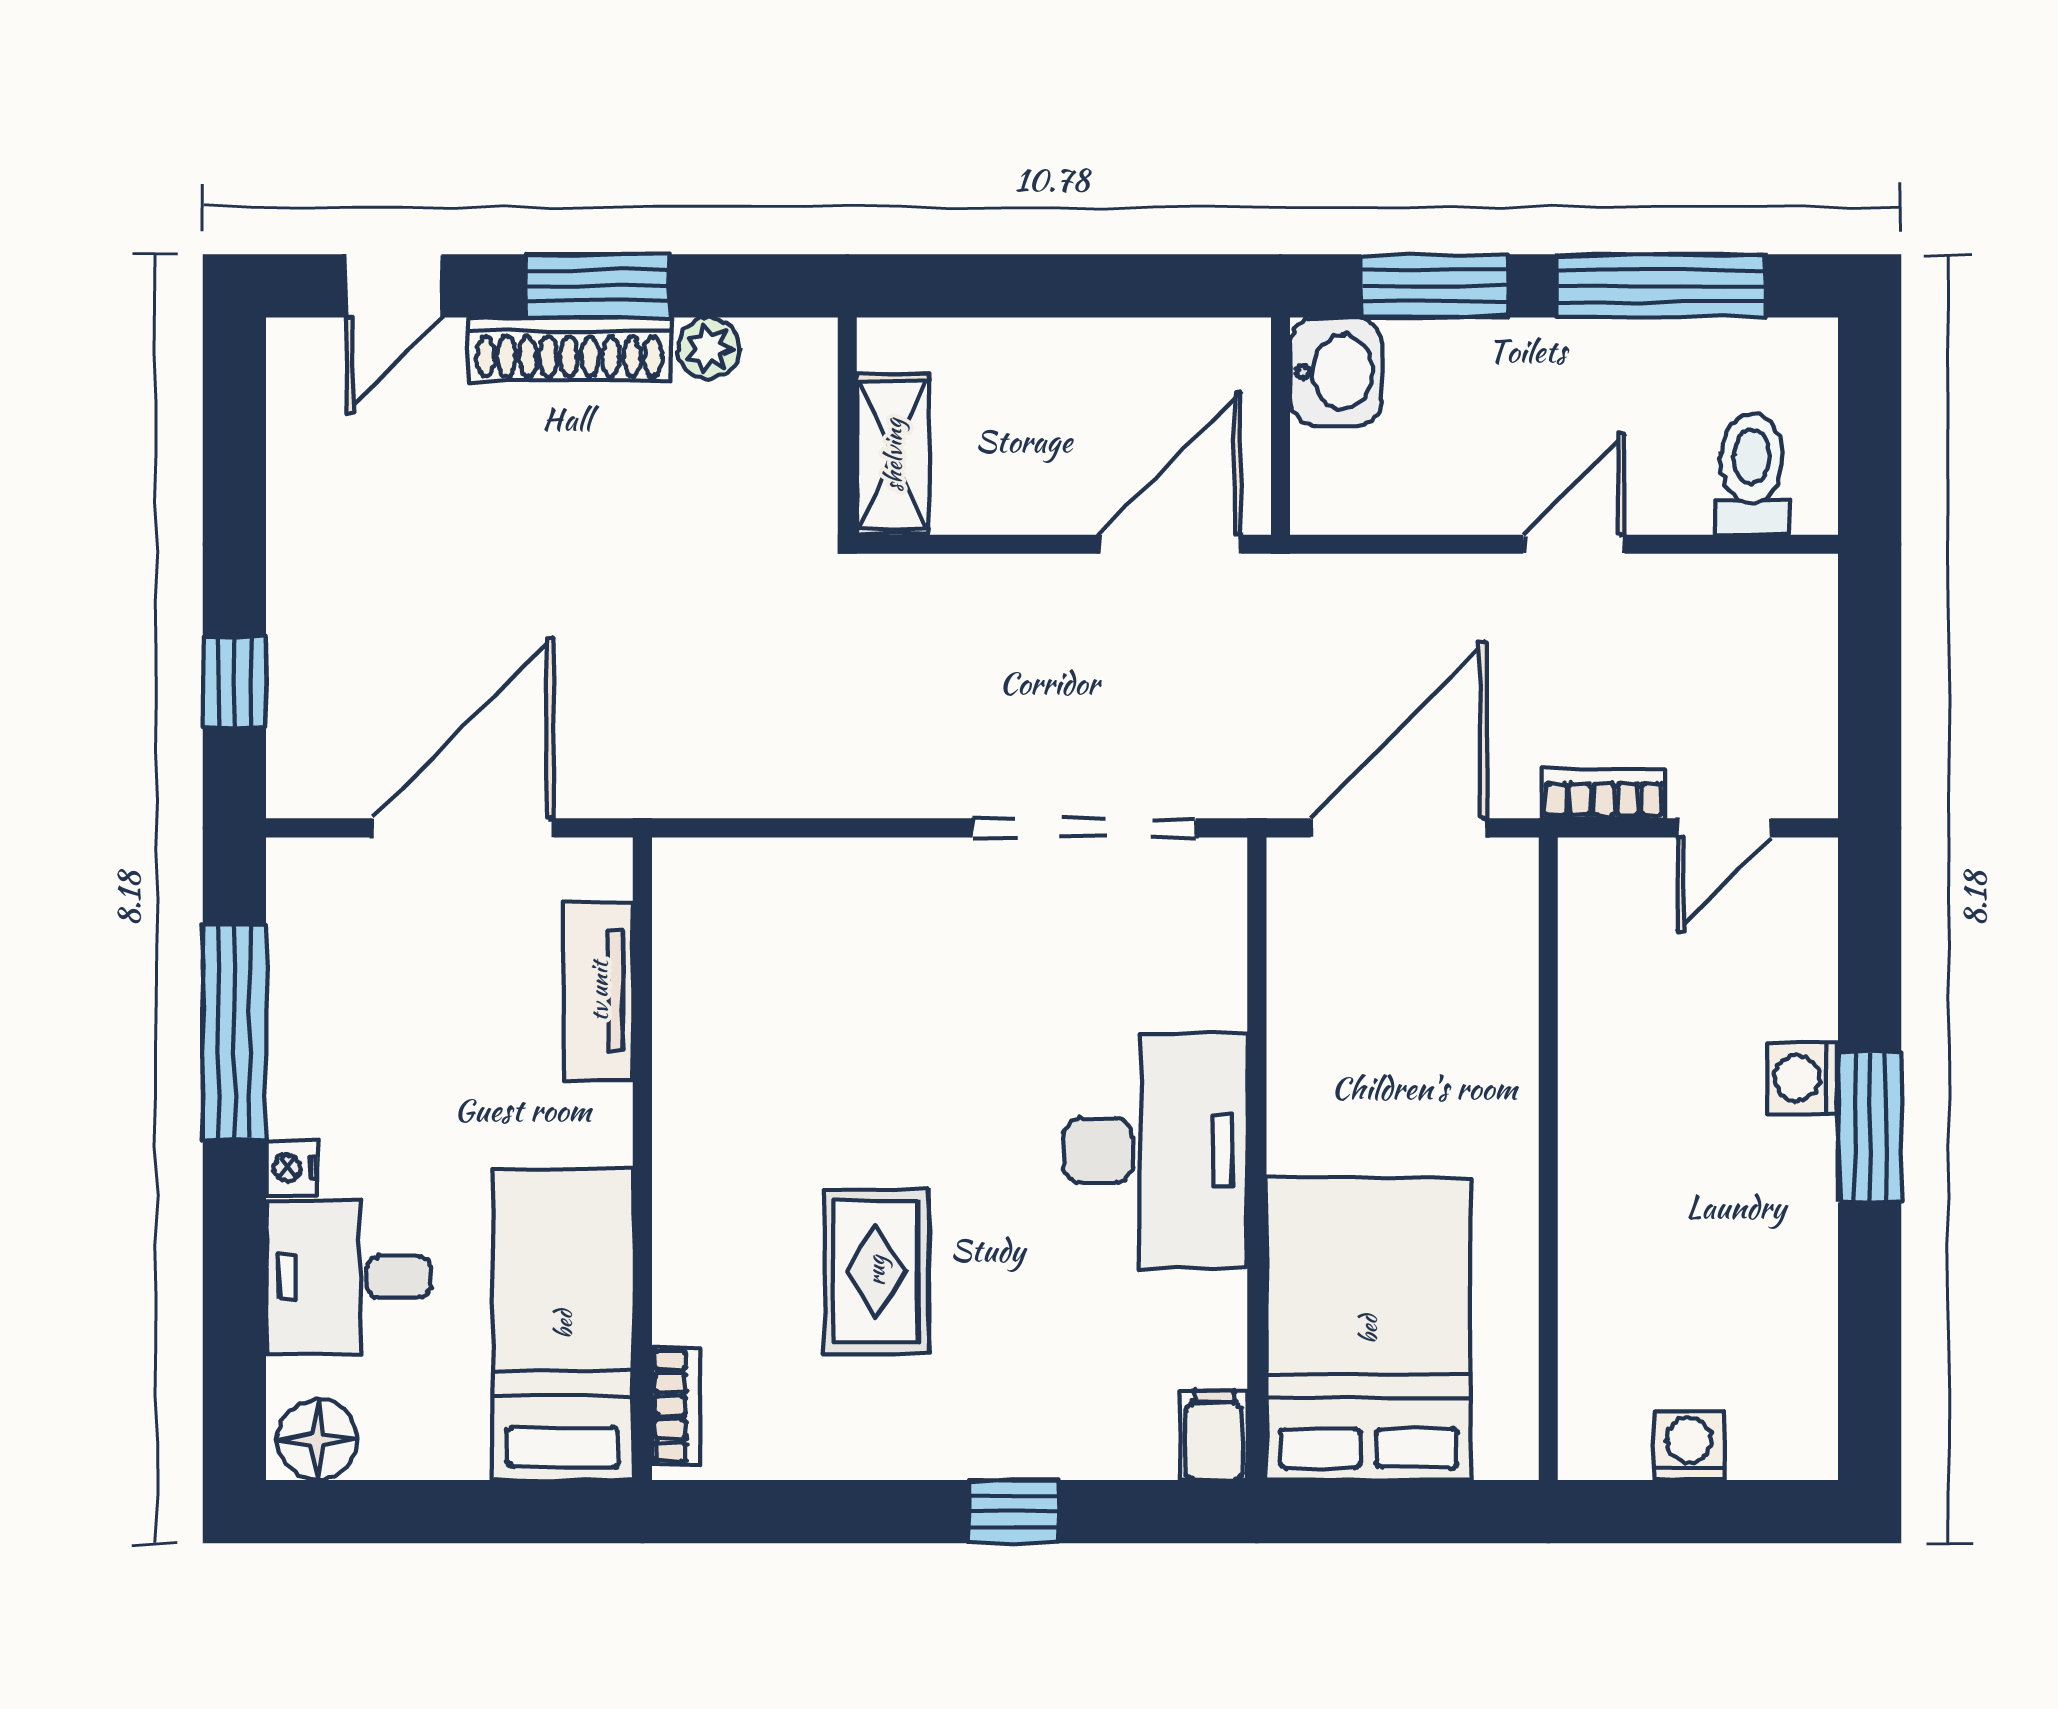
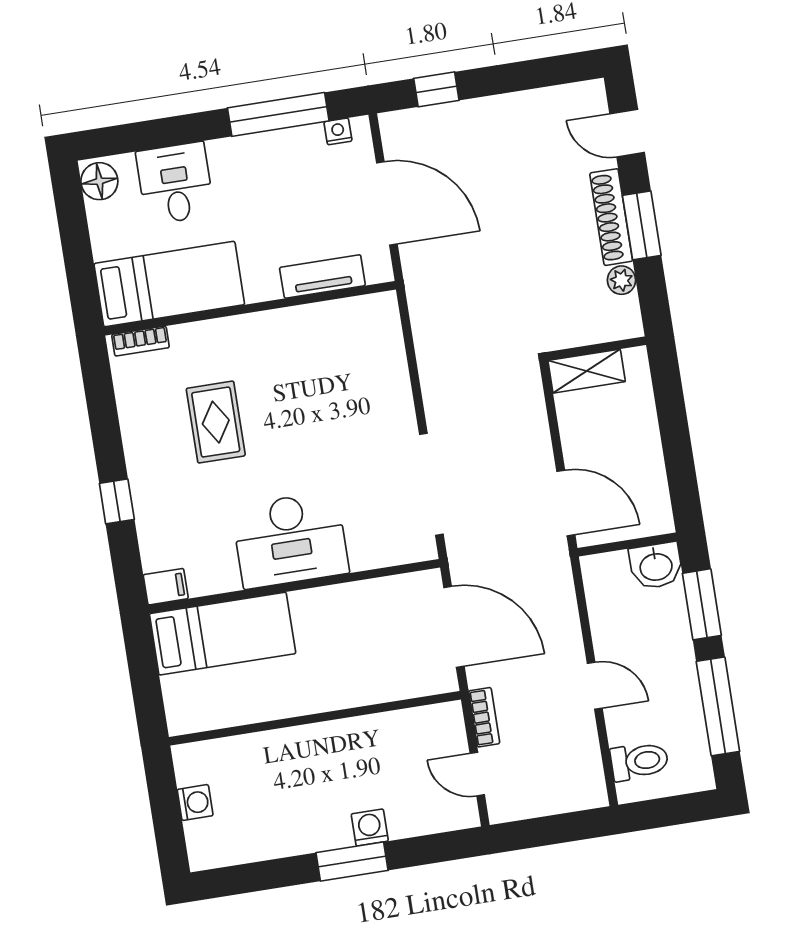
nightstand: (292, 1168) -> (338, 131), moved
rug: (876, 1271) -> (216, 422), turned 90
bed: (1368, 1329) -> (223, 634), width x0.67

